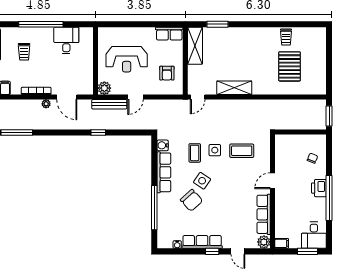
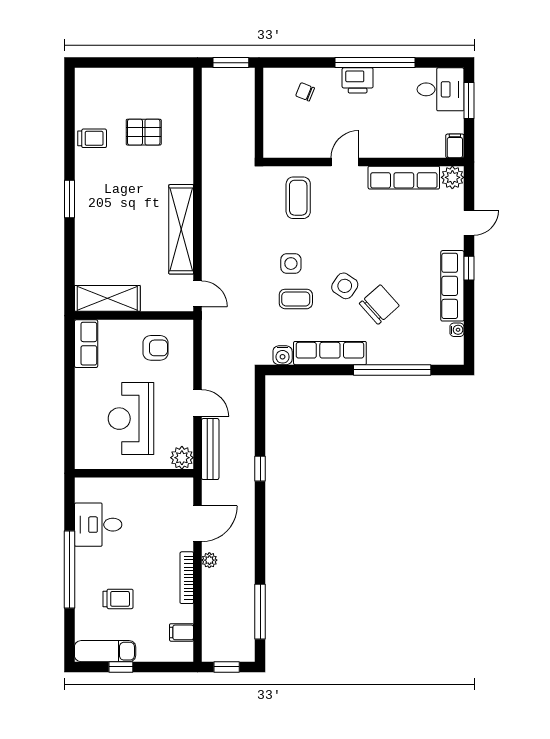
window: (217, 24) -> (70, 199), moved
reception desk: (127, 59) -> (131, 419), turned 180
pallet: (290, 66) -> (144, 132), width x0.67, depth x0.71
shelving: (234, 88) -> (181, 229), width x1.47
coffee table: (242, 151) -> (298, 198), moved
door: (273, 181) -> (345, 162), swing flipped

